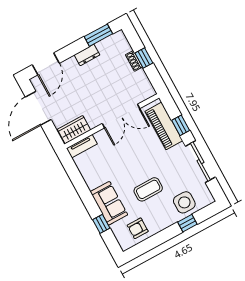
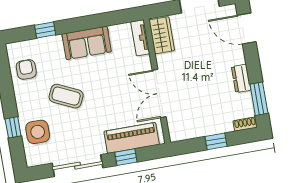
shoe rack: (134, 61) -> (245, 124), moved
coffee table: (148, 189) -> (66, 96), turned -65
sofa: (109, 203) -> (87, 43), moved

